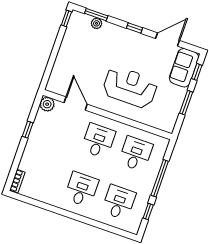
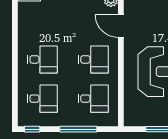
door: (76, 104) -> (121, 26), swing flipped
window: (148, 212) -> (32, 129), moved

